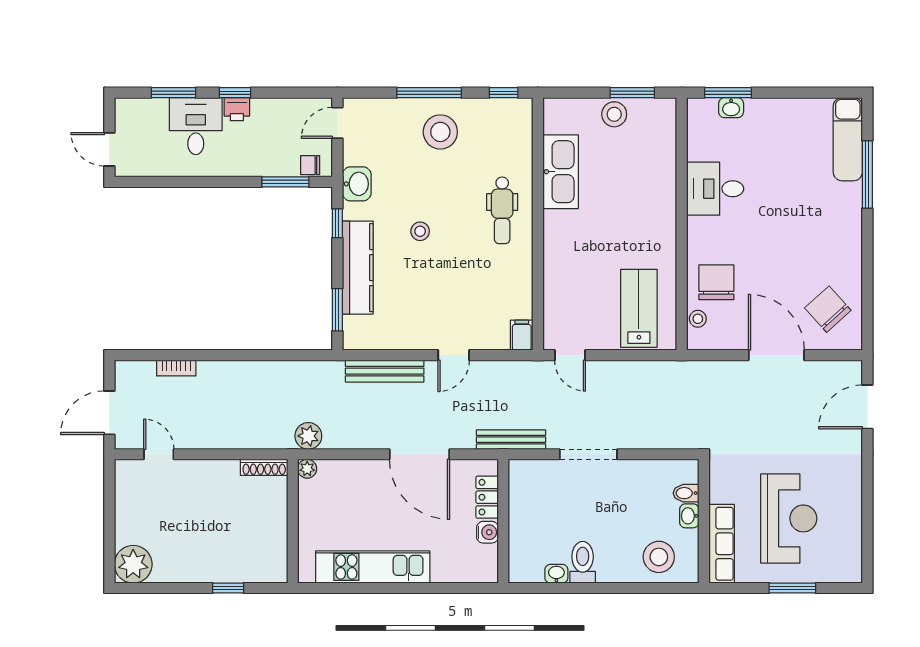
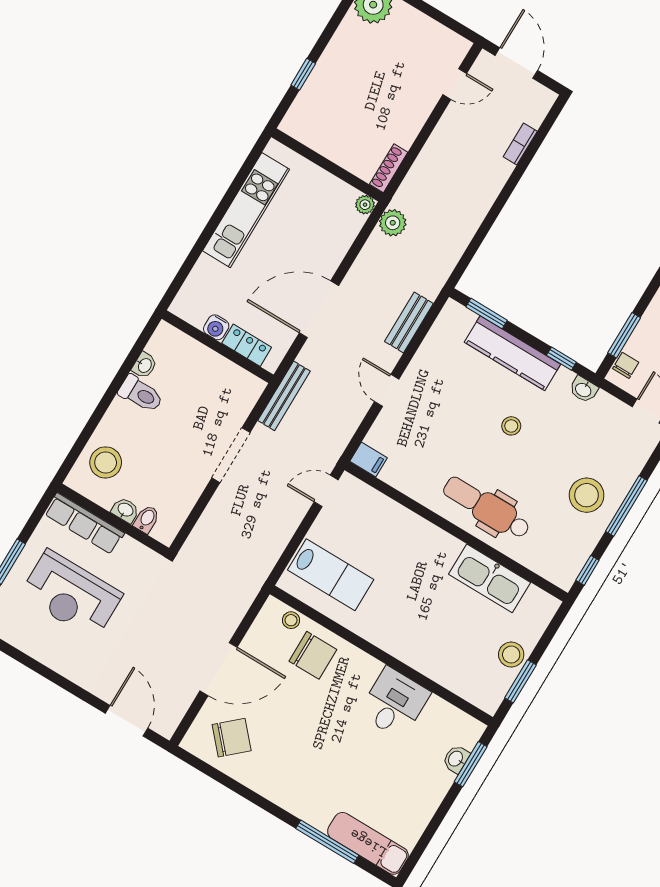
washbasin: (357, 184) -> (583, 390), width x0.72, depth x0.69
dental chair: (502, 210) -> (487, 508), width x1.36, depth x1.38
bench: (385, 371) -> (409, 322), width x0.73

